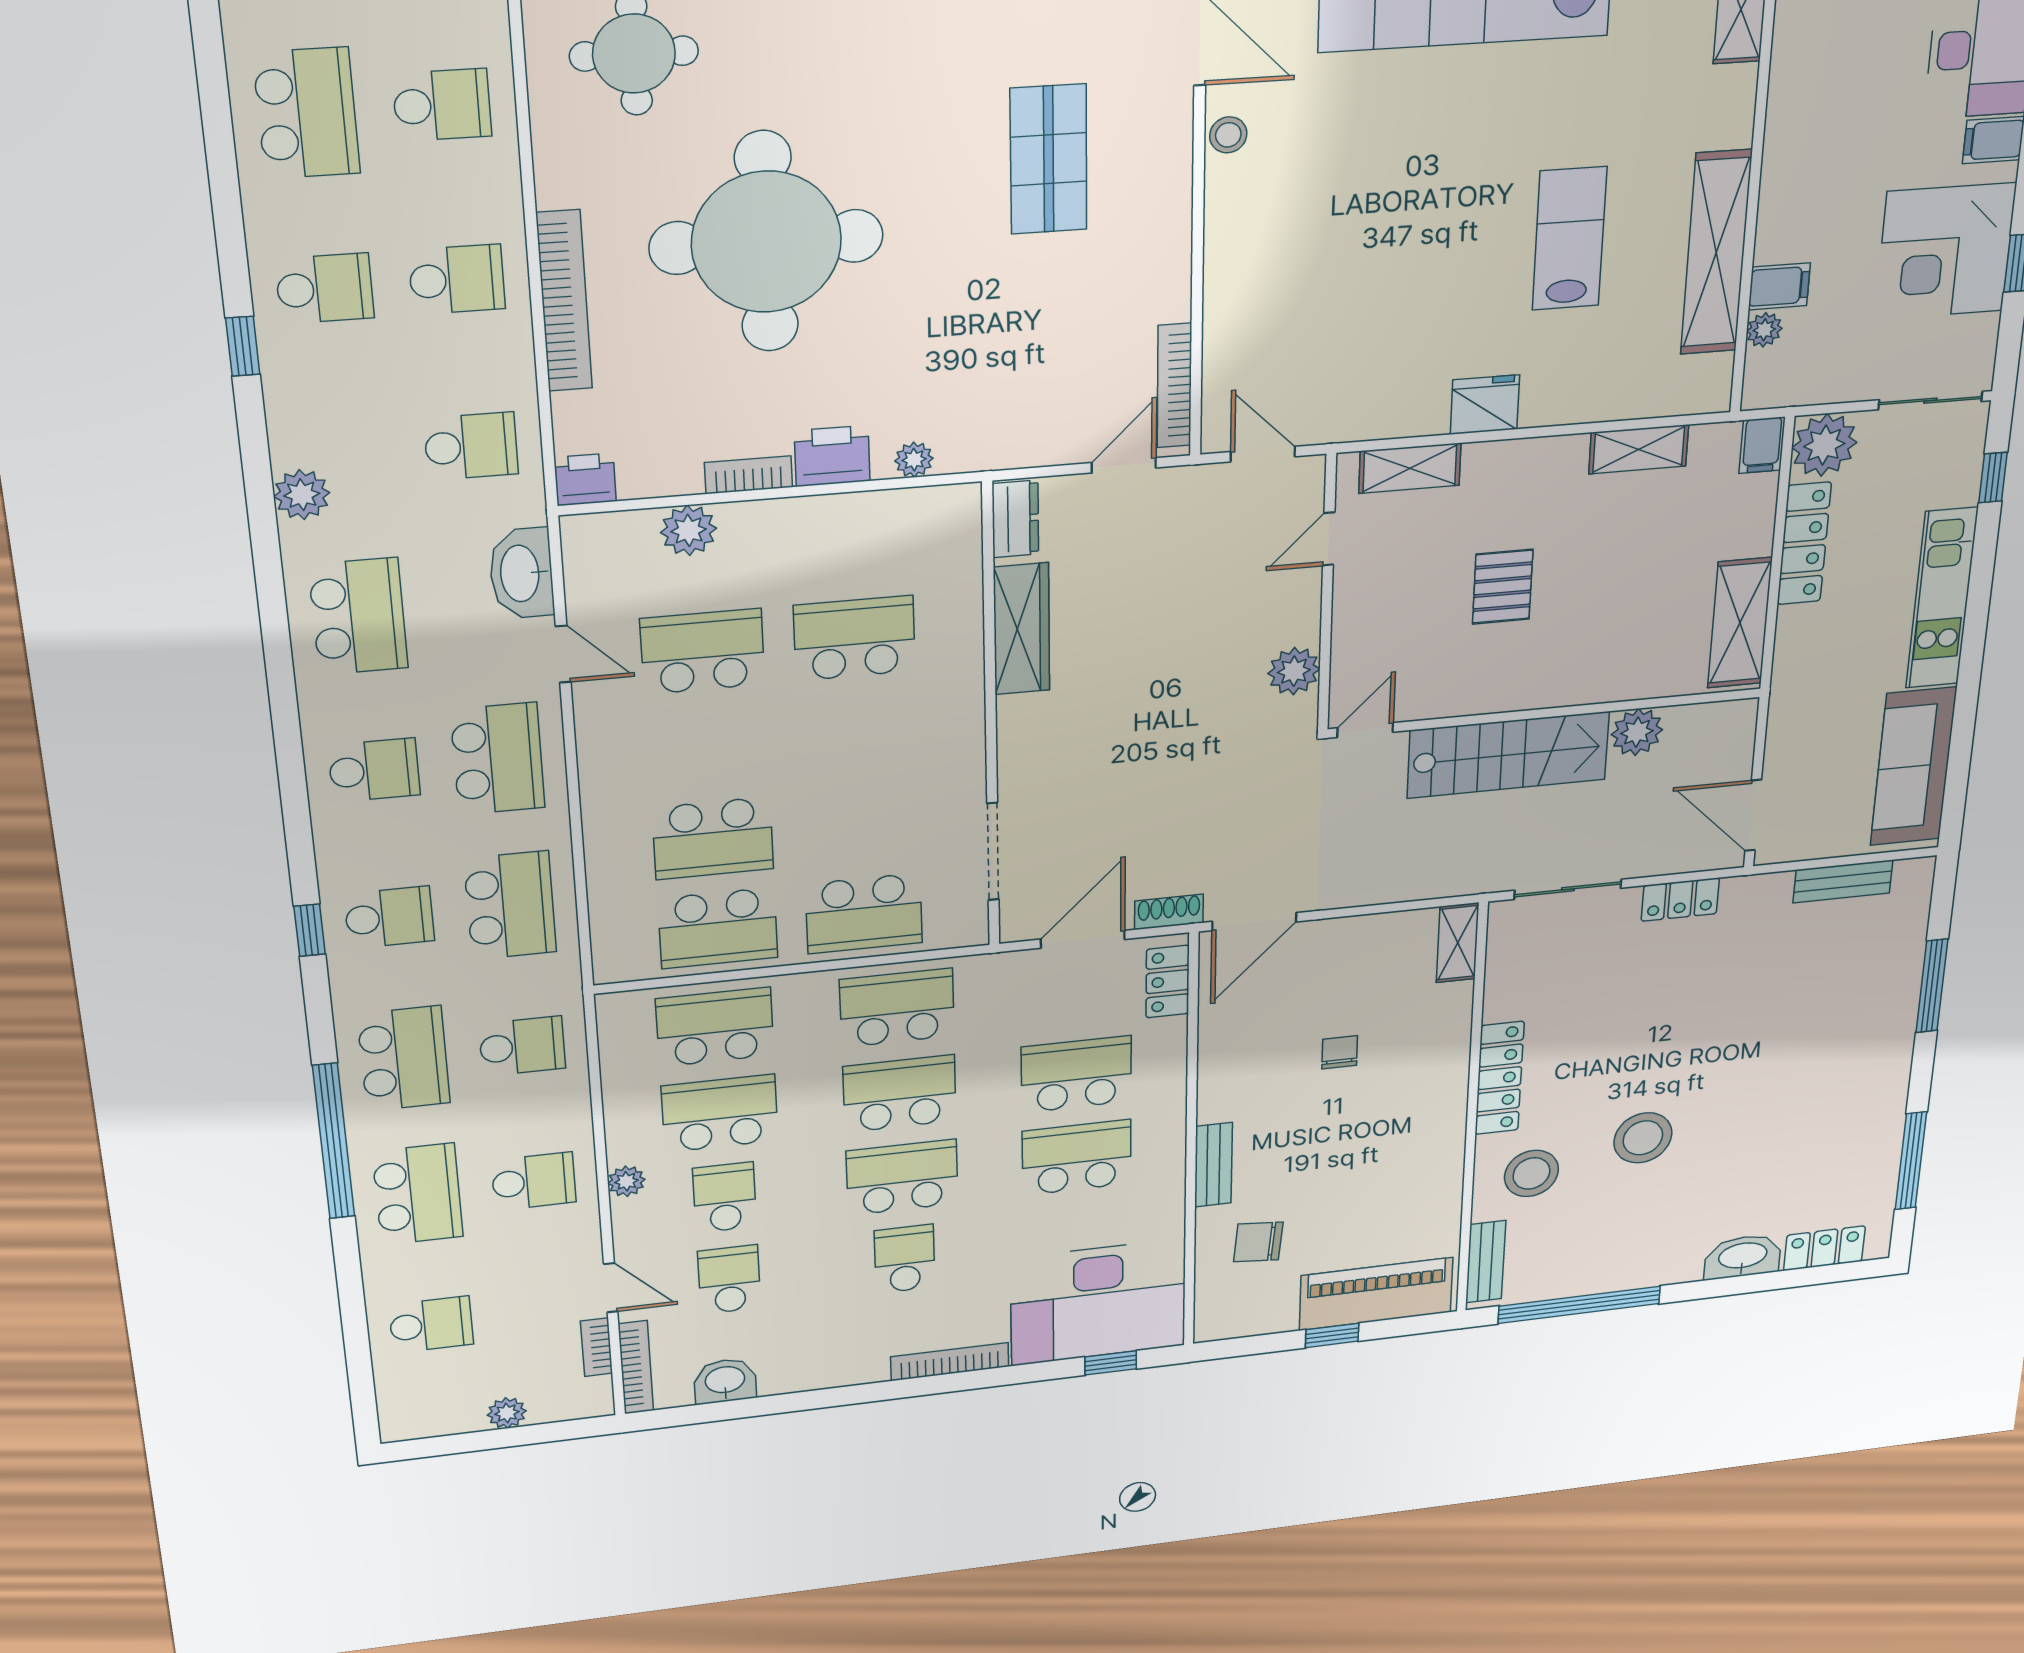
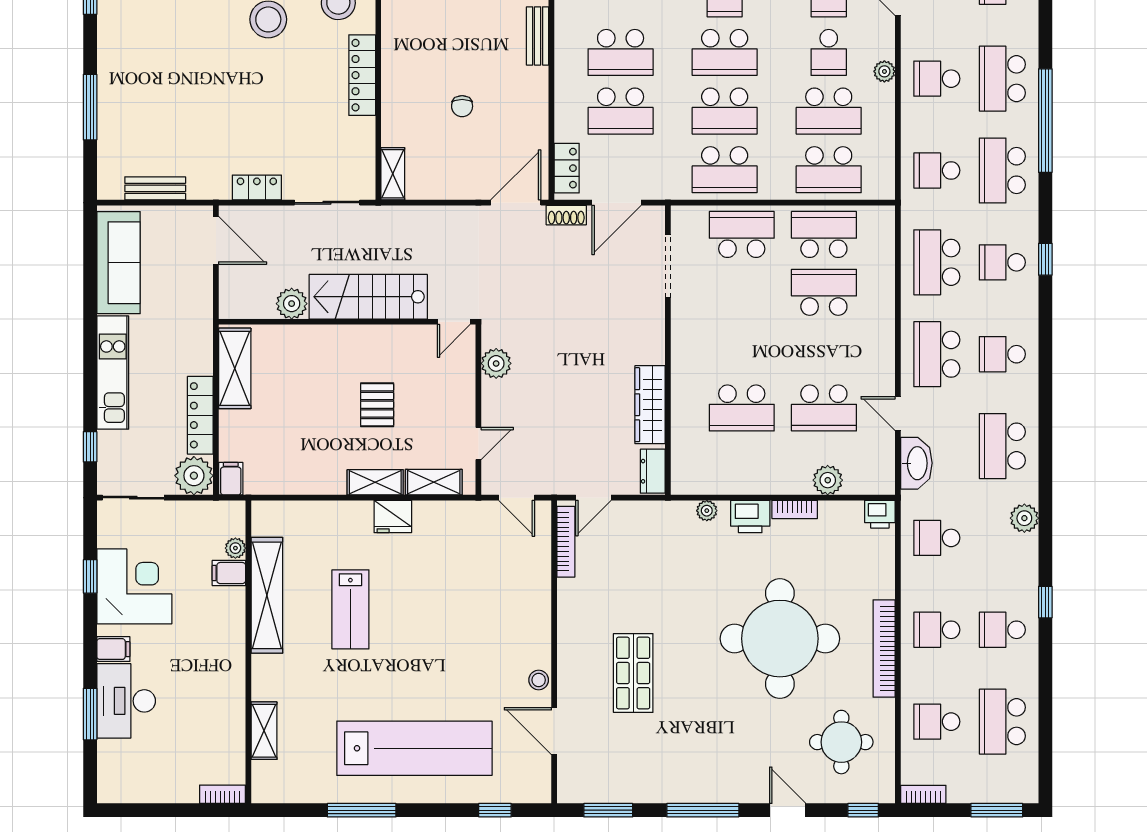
bookcase: (564, 301) -> (884, 648), moved
shelving: (1639, 449) -> (375, 482), moved

